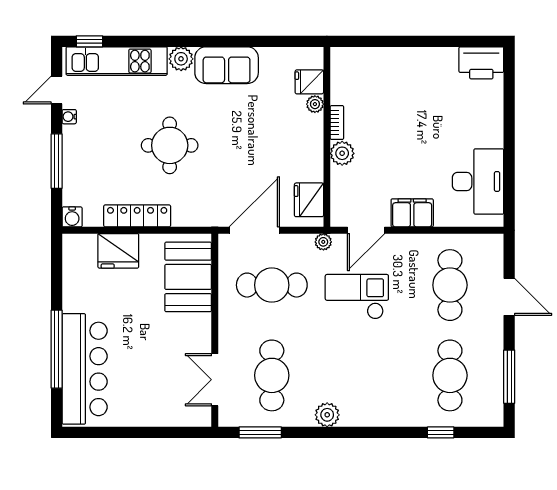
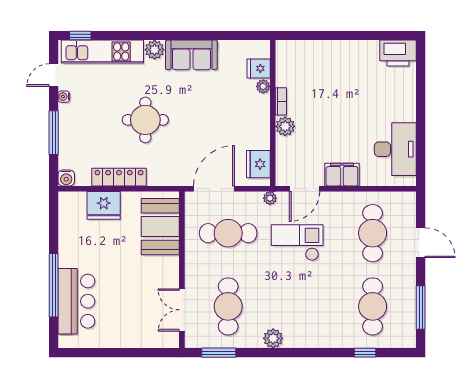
bar counter: (85, 369) -> (76, 301), width x0.73

